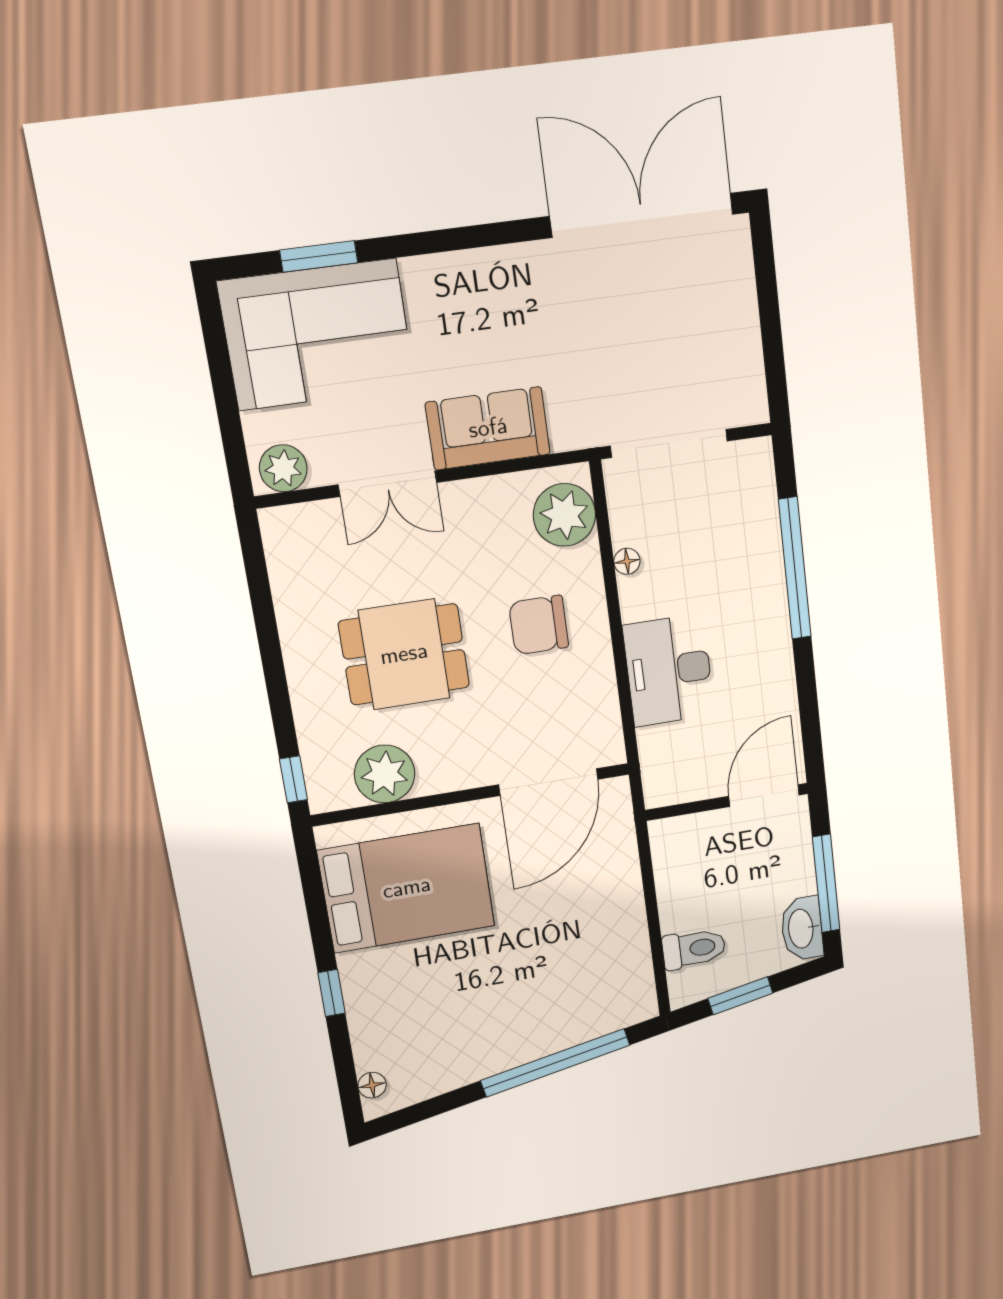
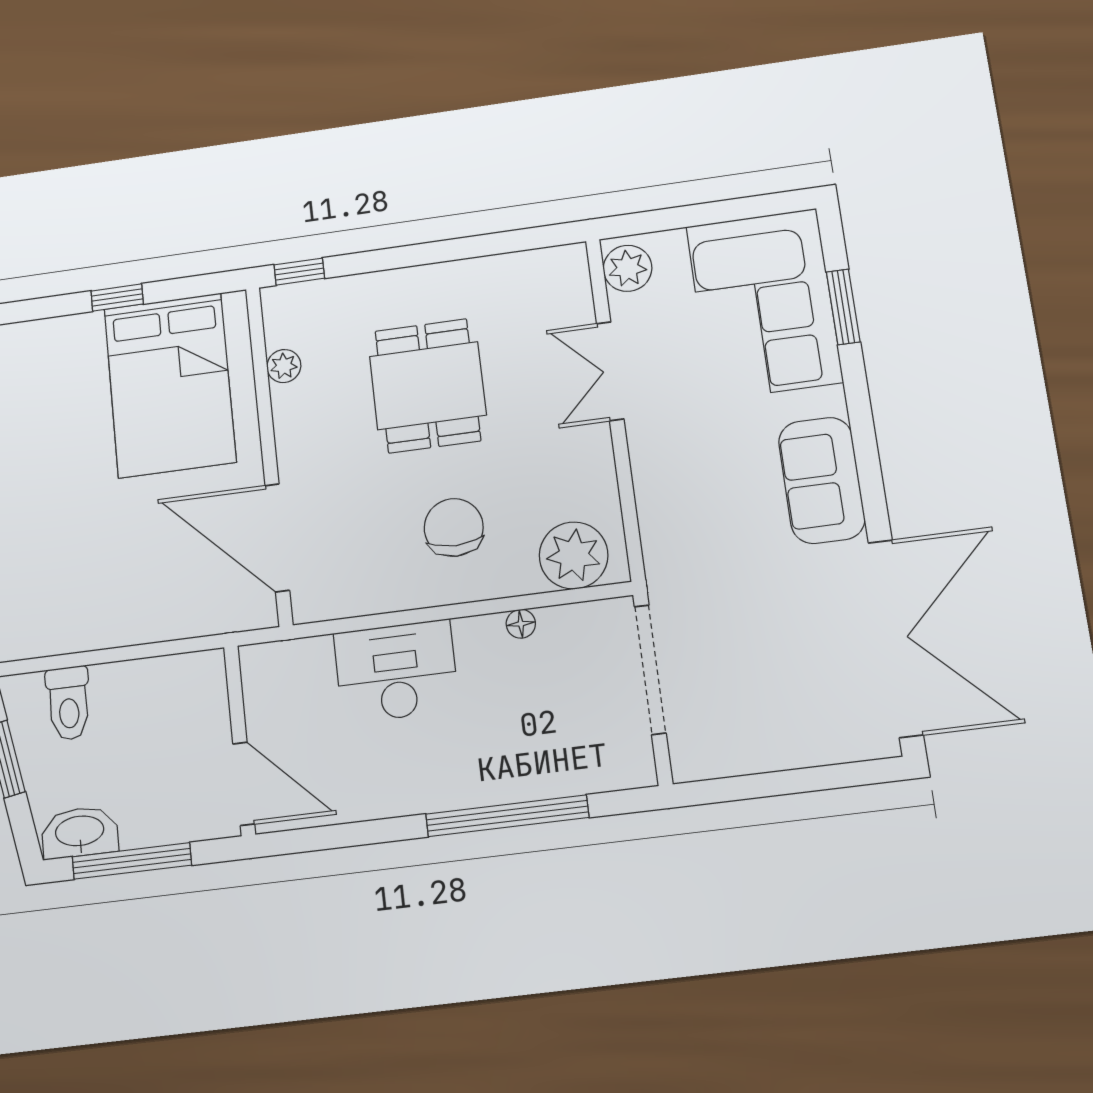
sofa: (488, 428) -> (822, 480), moved, turned 180
plant: (385, 774) -> (284, 366), width x0.53, depth x0.53
window: (331, 993) -> (117, 297), moved

